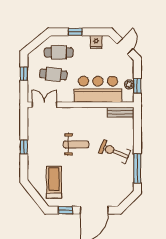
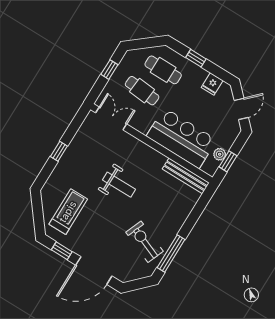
bench: (121, 112) -> (186, 176), width x1.36
exercise bike: (114, 152) -> (144, 242), moved

